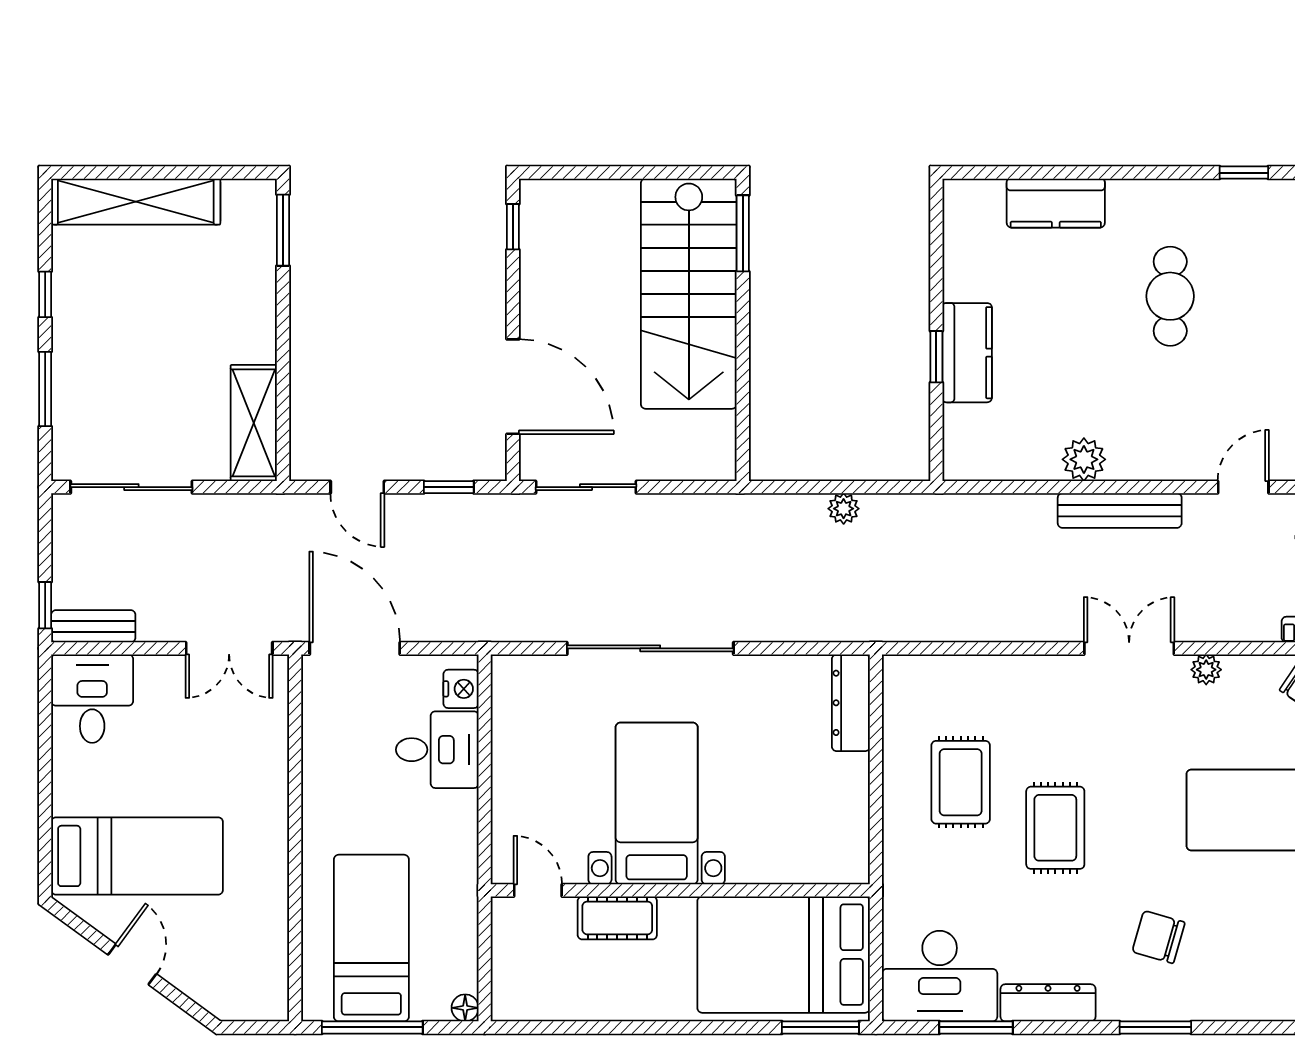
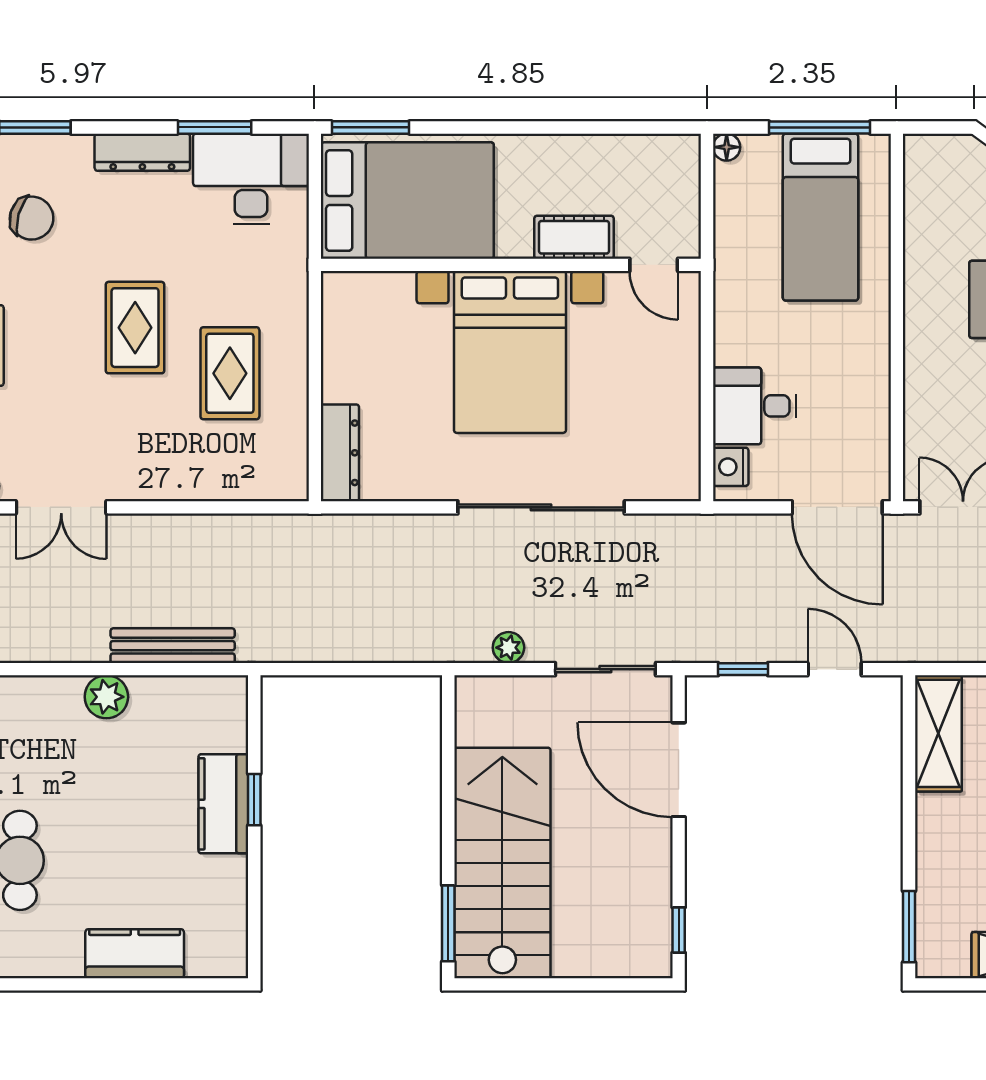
plant: (844, 509) -> (508, 648), moved
bench: (1120, 510) -> (173, 646), moved
bed with nightstands: (657, 803) -> (510, 352), width x1.36

